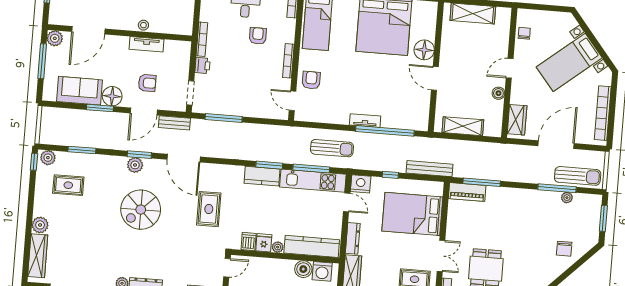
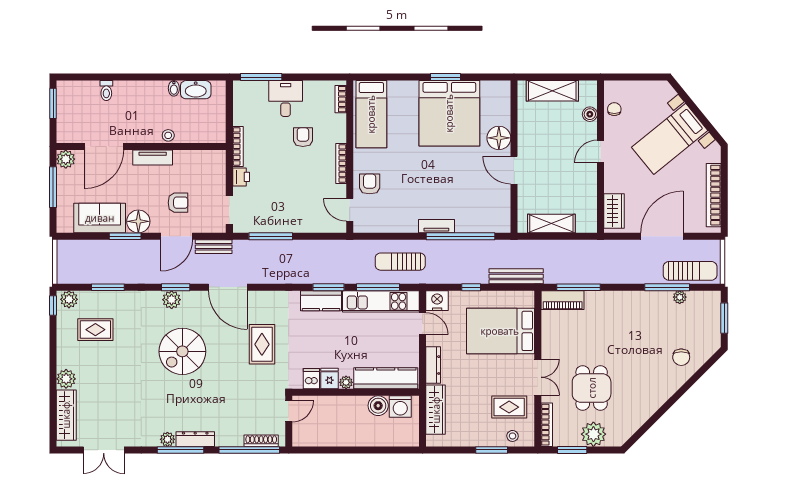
tv unit: (146, 44) -> (153, 158), moved
boiler: (498, 93) -> (590, 114), moved
sun lounger: (332, 148) -> (400, 262), turned 180

